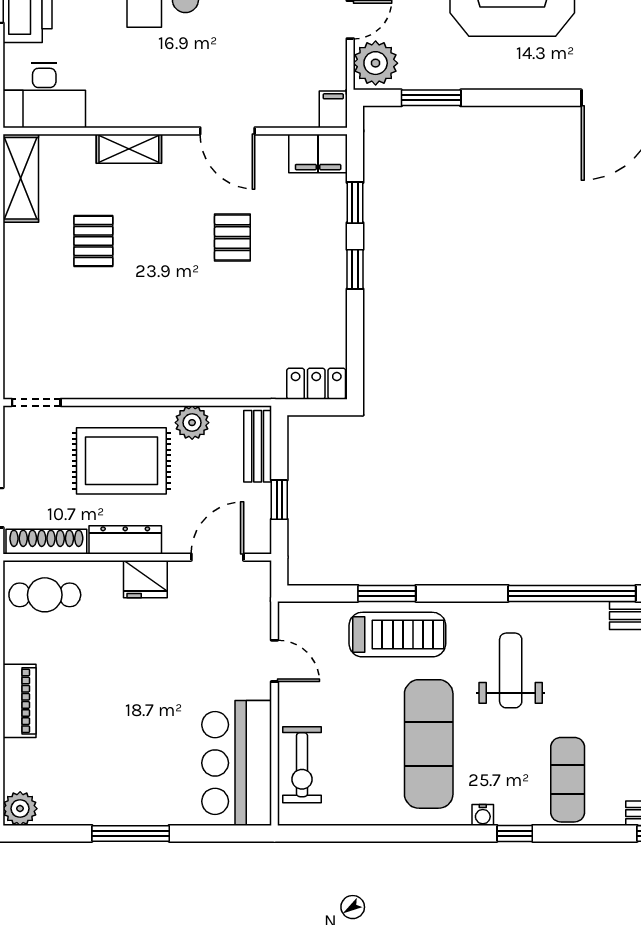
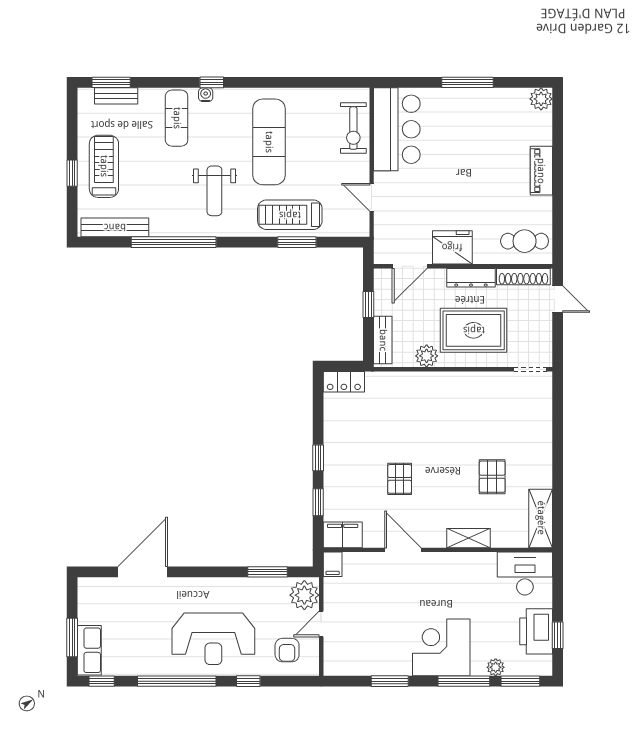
fridge: (145, 579) -> (452, 247), width x1.36, depth x1.34
exercise bike: (302, 765) -> (353, 128), turned 180
water cooler: (483, 815) -> (206, 95), moved

